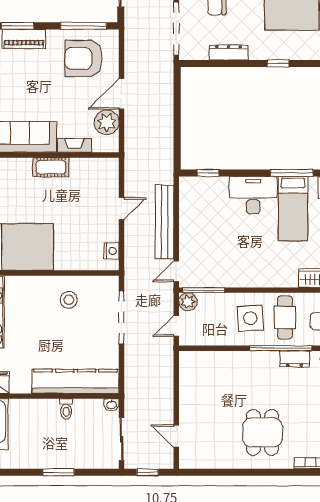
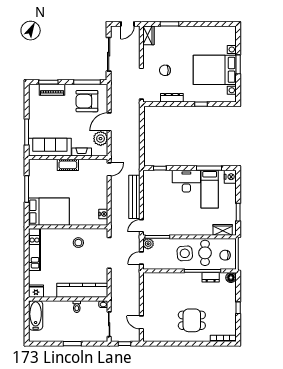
door: (122, 209) -> (109, 169), moved
dining table: (262, 432) -> (192, 320), turned 90

